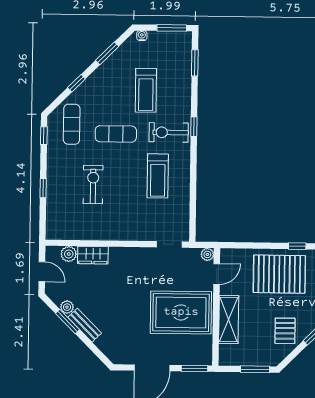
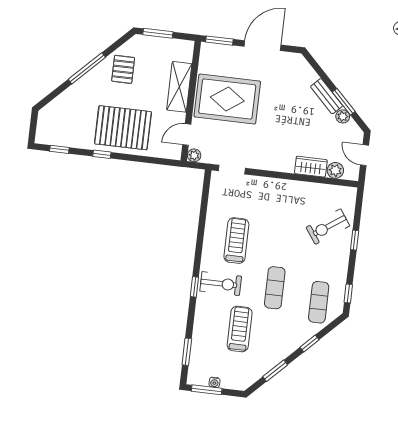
water cooler: (142, 36) -> (214, 382), moved
exercise mat: (116, 134) -> (275, 288), turned 90
exercise bike: (93, 185) -> (328, 227), moved, turned 55

